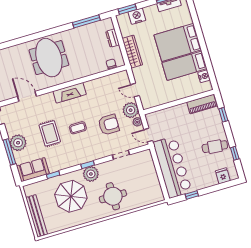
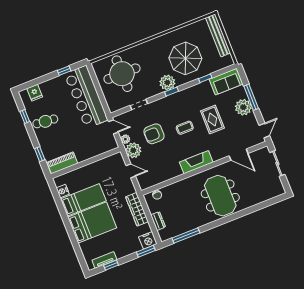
nightstand: (137, 16) -> (148, 240), moved
round table: (113, 196) -> (122, 74), moved, width x1.36, depth x1.36

